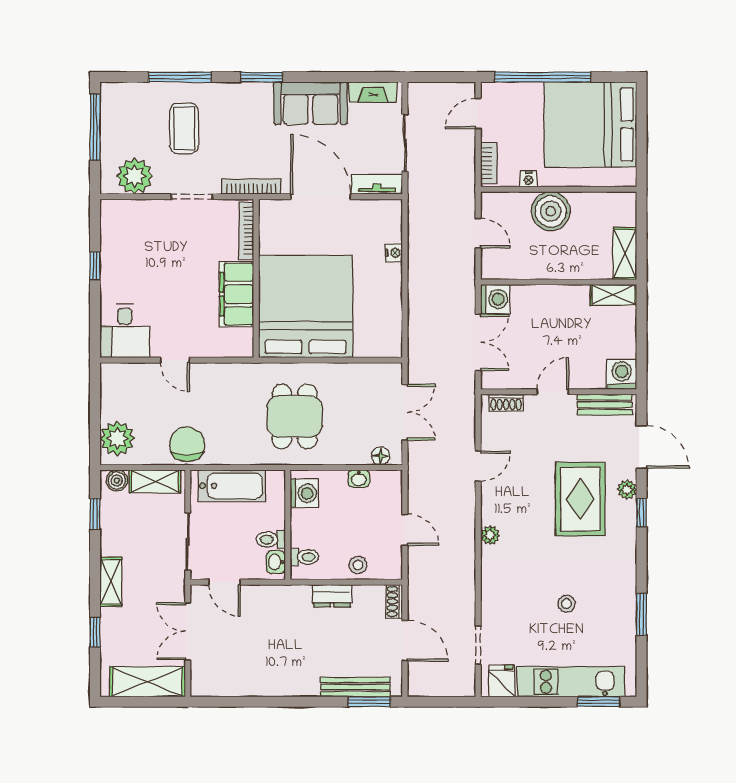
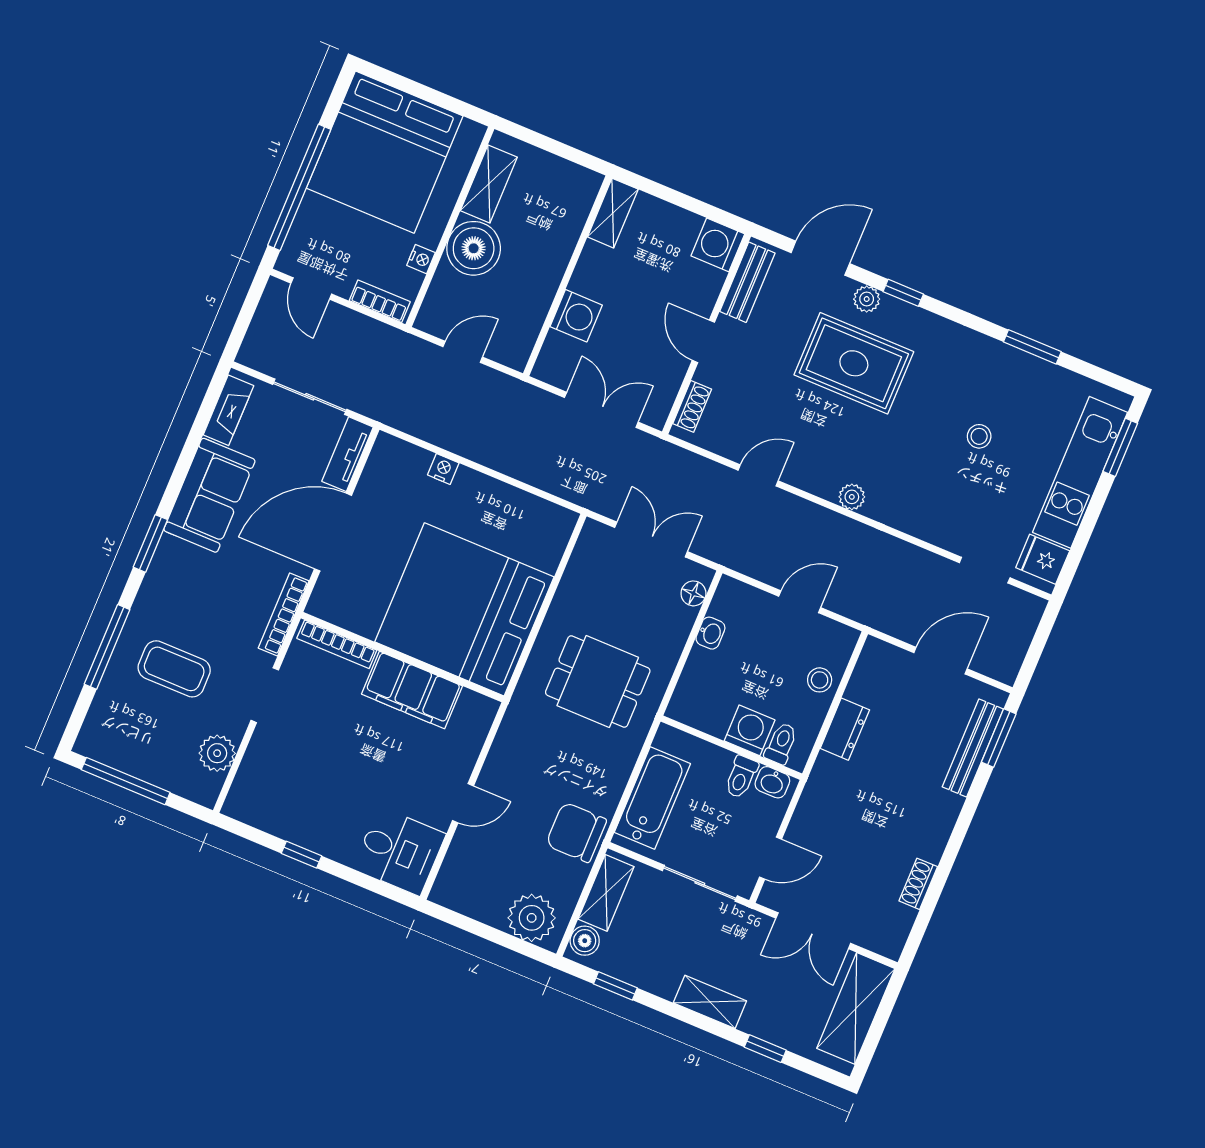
plant: (135, 176) -> (217, 753), width x0.73, depth x0.73
shelving: (625, 254) -> (489, 184), moved, turned 90
washing machine: (495, 299) -> (576, 316), moved, turned 90
door: (478, 466) -> (758, 475), hinge flipped
washing machine: (304, 493) -> (750, 730), moved
shoe rack: (394, 601) -> (918, 884), moved, turned 90

